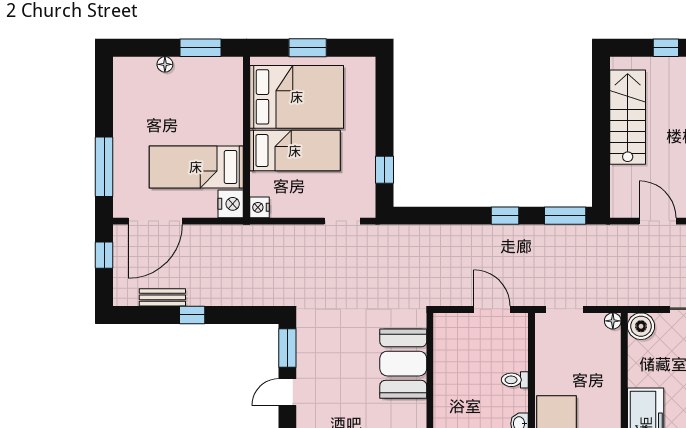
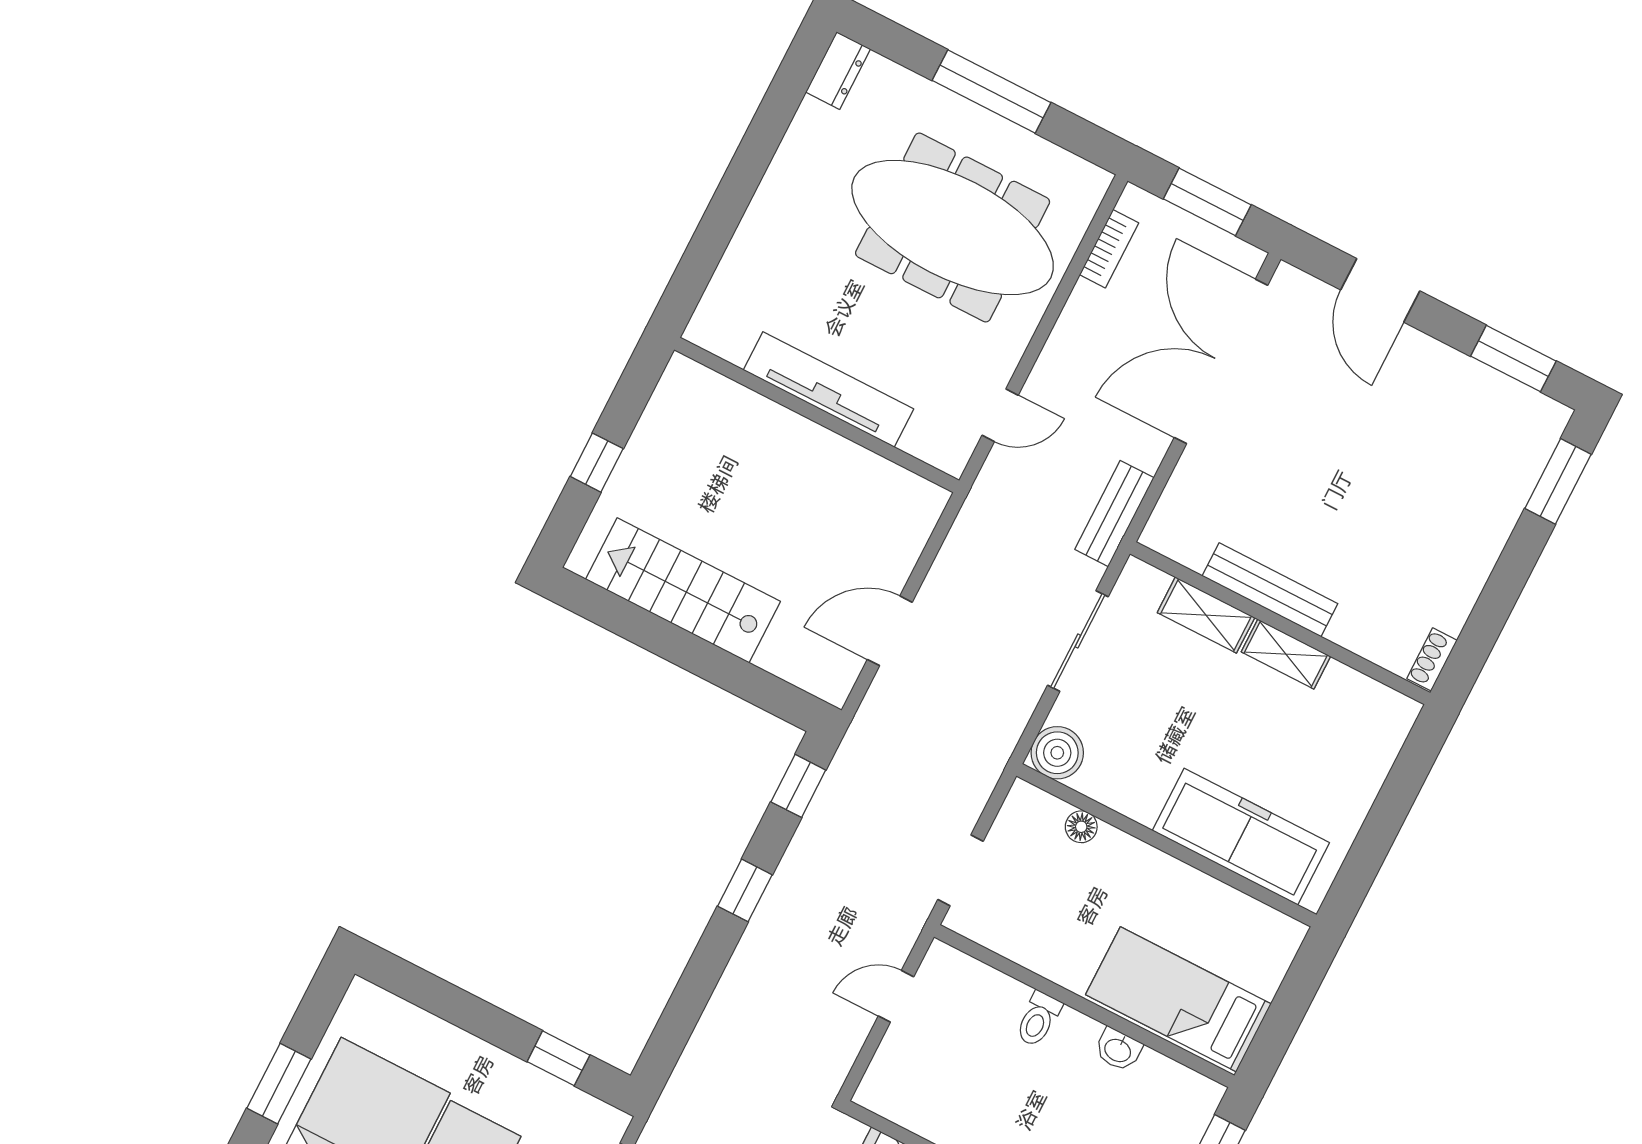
window: (565, 216) -> (798, 786), width x0.67
door: (492, 309) -> (896, 996), width x0.73
floor lamp: (613, 321) -> (1081, 827), moved

